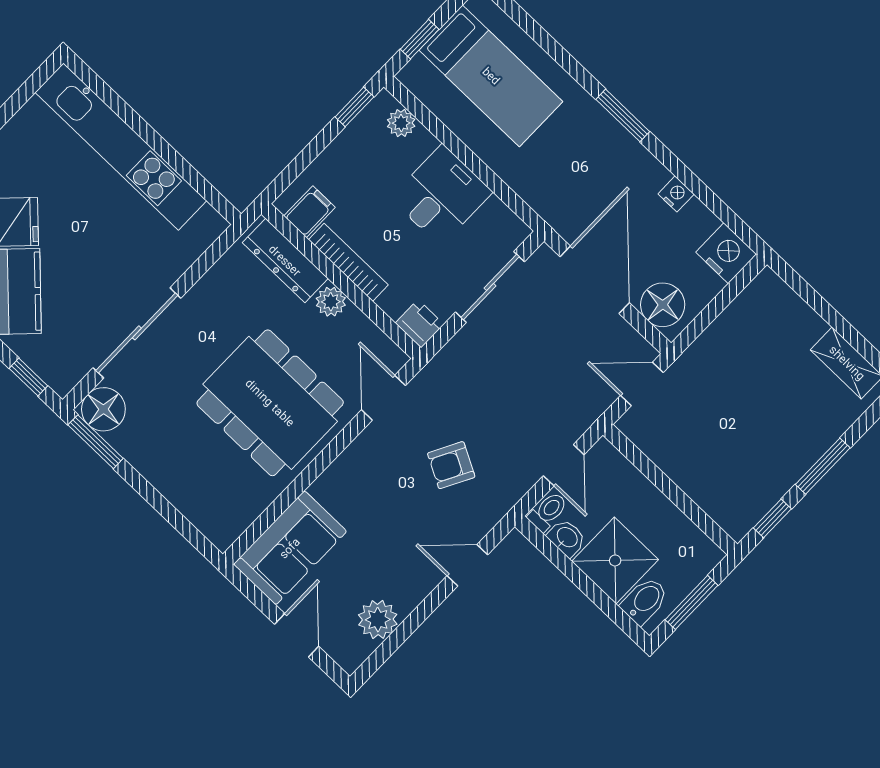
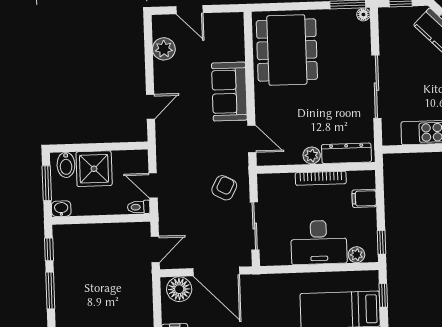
desk: (441, 195) -> (319, 242), width x1.37
filing cabinet: (310, 212) -> (364, 198), moved, turned 90
printer: (420, 324) -> (268, 183), removed
sliding door: (137, 333) -> (376, 87), moved
dining table: (270, 403) -> (287, 50), moved, turned 90
floor lamp: (103, 409) -> (363, 14), width x0.53, depth x0.53
armchair: (451, 465) -> (224, 188), moved
toilet: (548, 512) -> (139, 207), moved, turned 90
washbasin: (567, 538) -> (61, 209), moved, turned 180
sofa: (290, 548) -> (229, 92), moved

